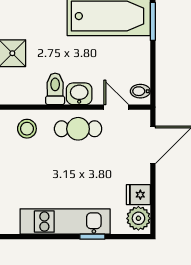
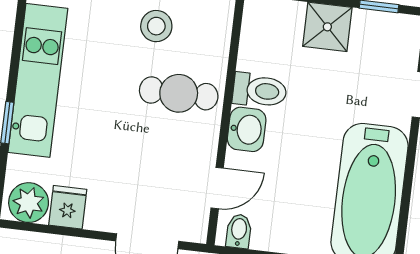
stool: (27, 129) -> (156, 26), moved
cafe table: (78, 129) -> (179, 93), moved, turned 90

